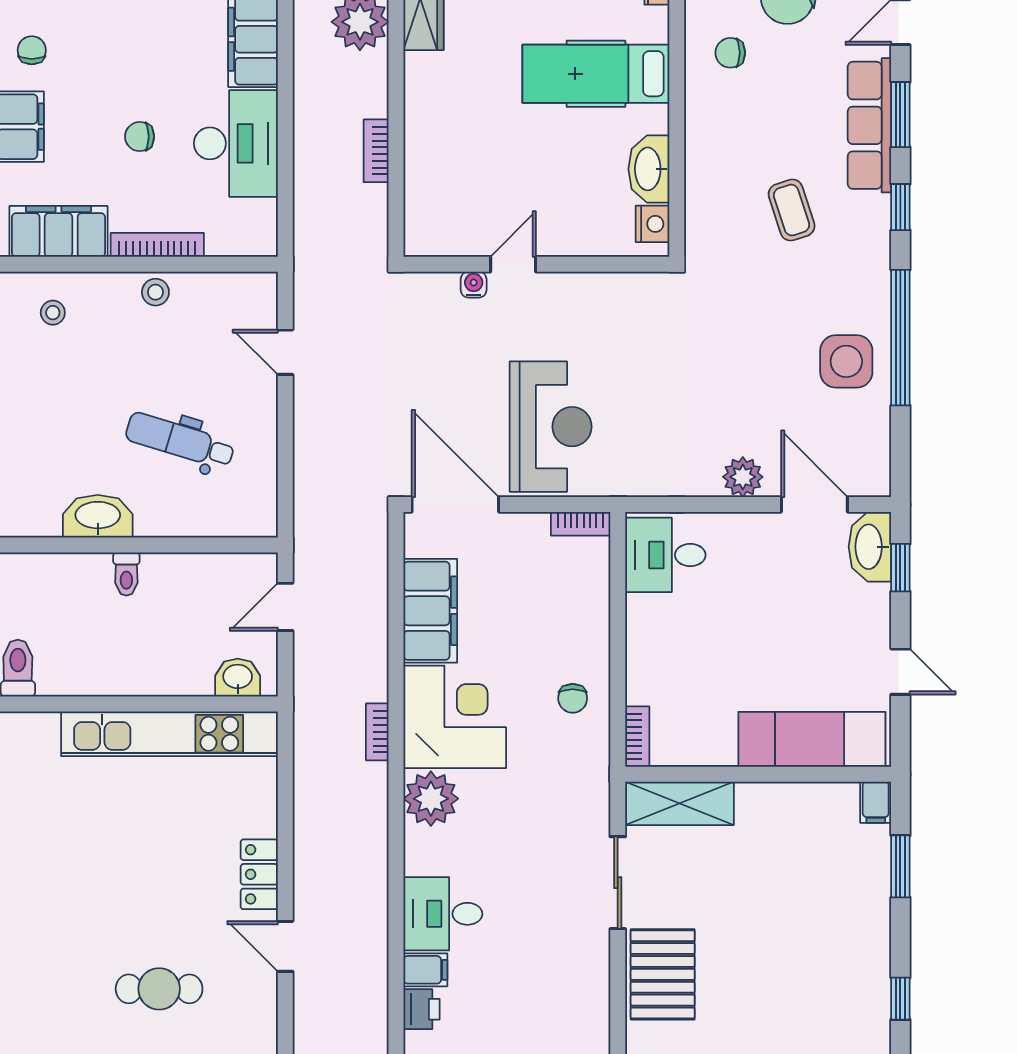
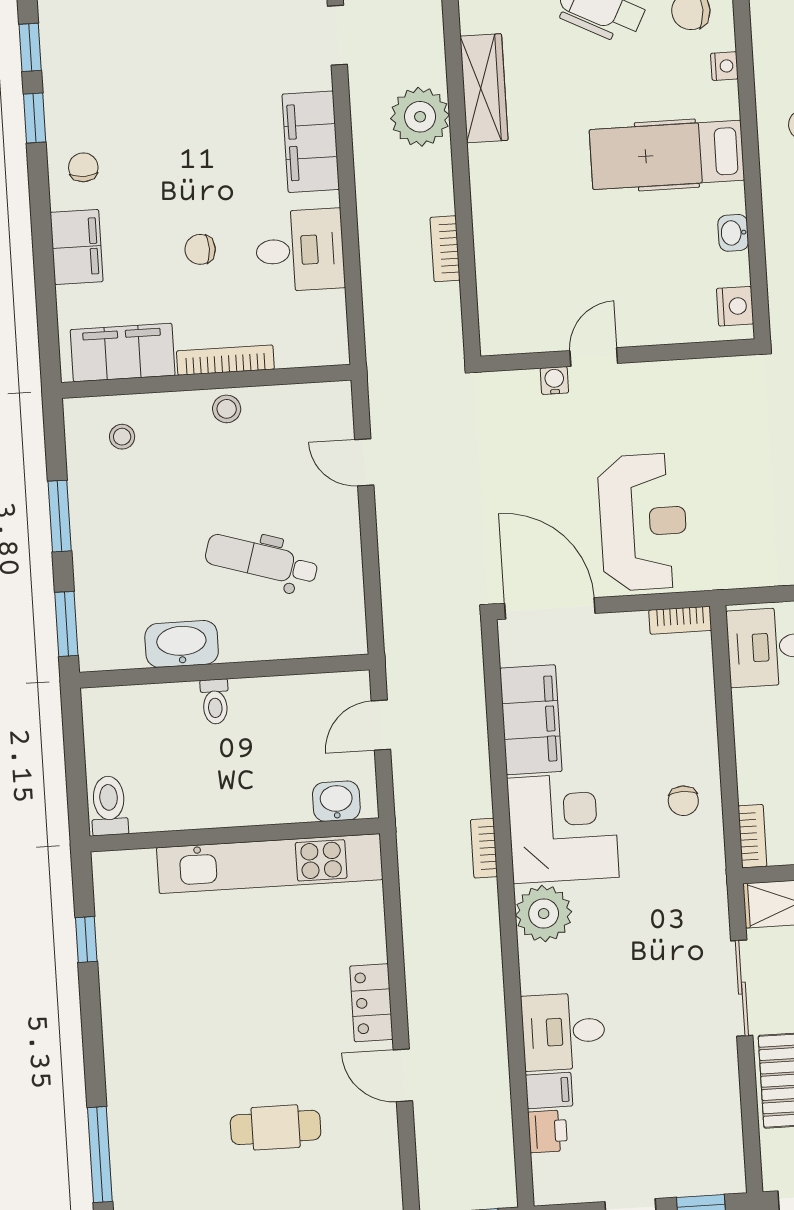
desk: (236, 143) -> (300, 250), width x0.73
washbasin: (649, 169) -> (733, 233), width x0.52, depth x0.69

